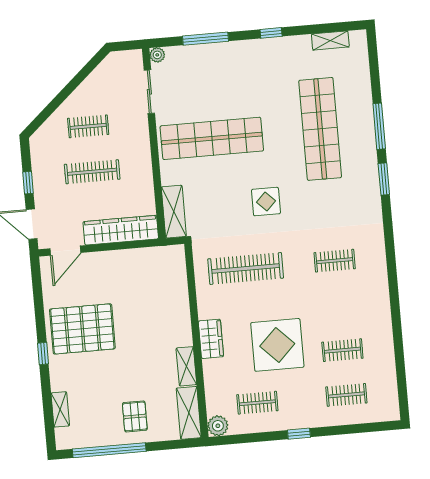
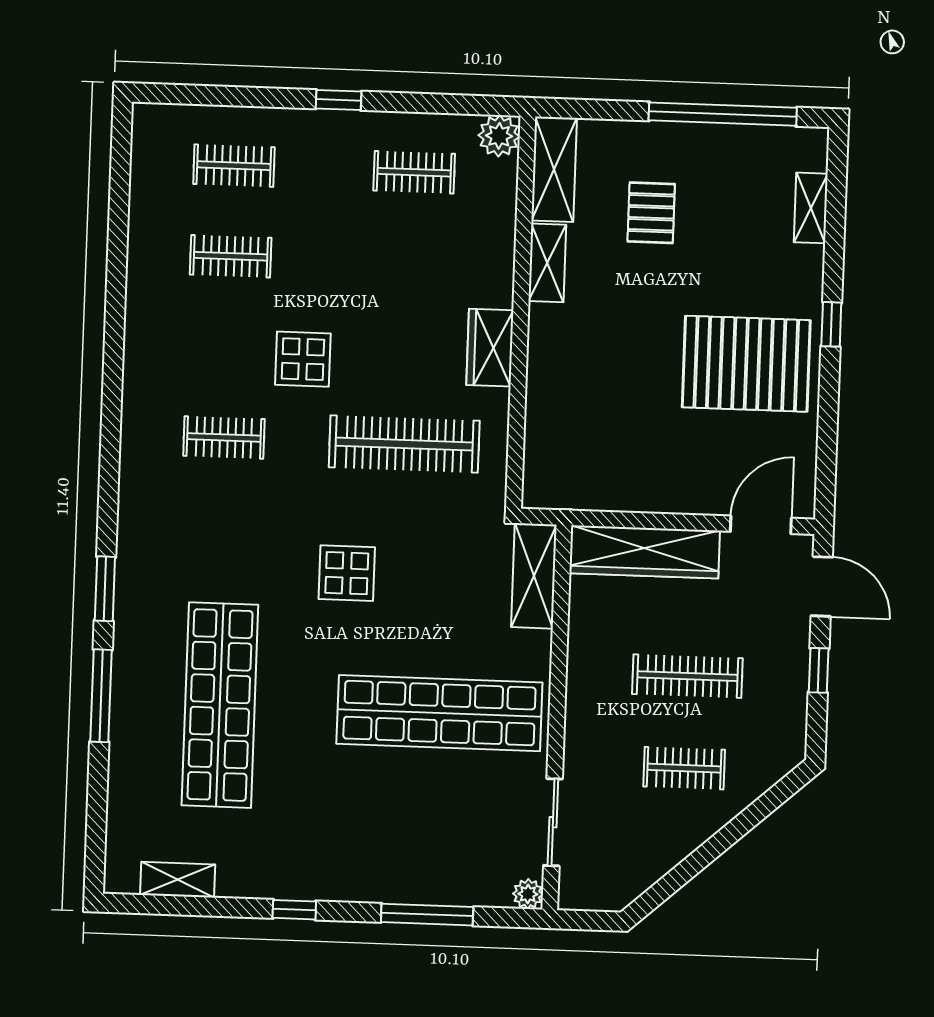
wardrobe: (211, 339) -> (490, 348), moved
display table: (277, 345) -> (303, 359), moved, width x0.54, depth x0.54
pallet: (135, 416) -> (651, 213), moved

